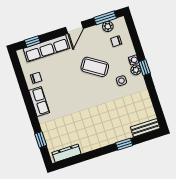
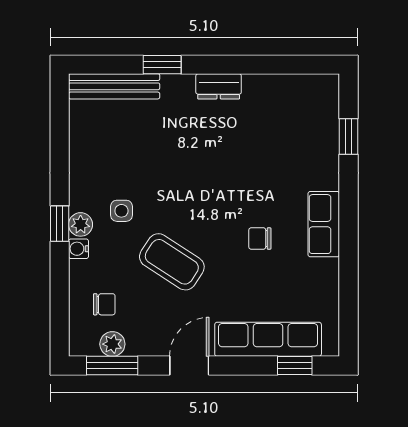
chair: (36, 78) -> (260, 239), moved
bench: (145, 128) -> (114, 86), width x1.36
dresser: (67, 153) -> (219, 86), moved, width x0.70

